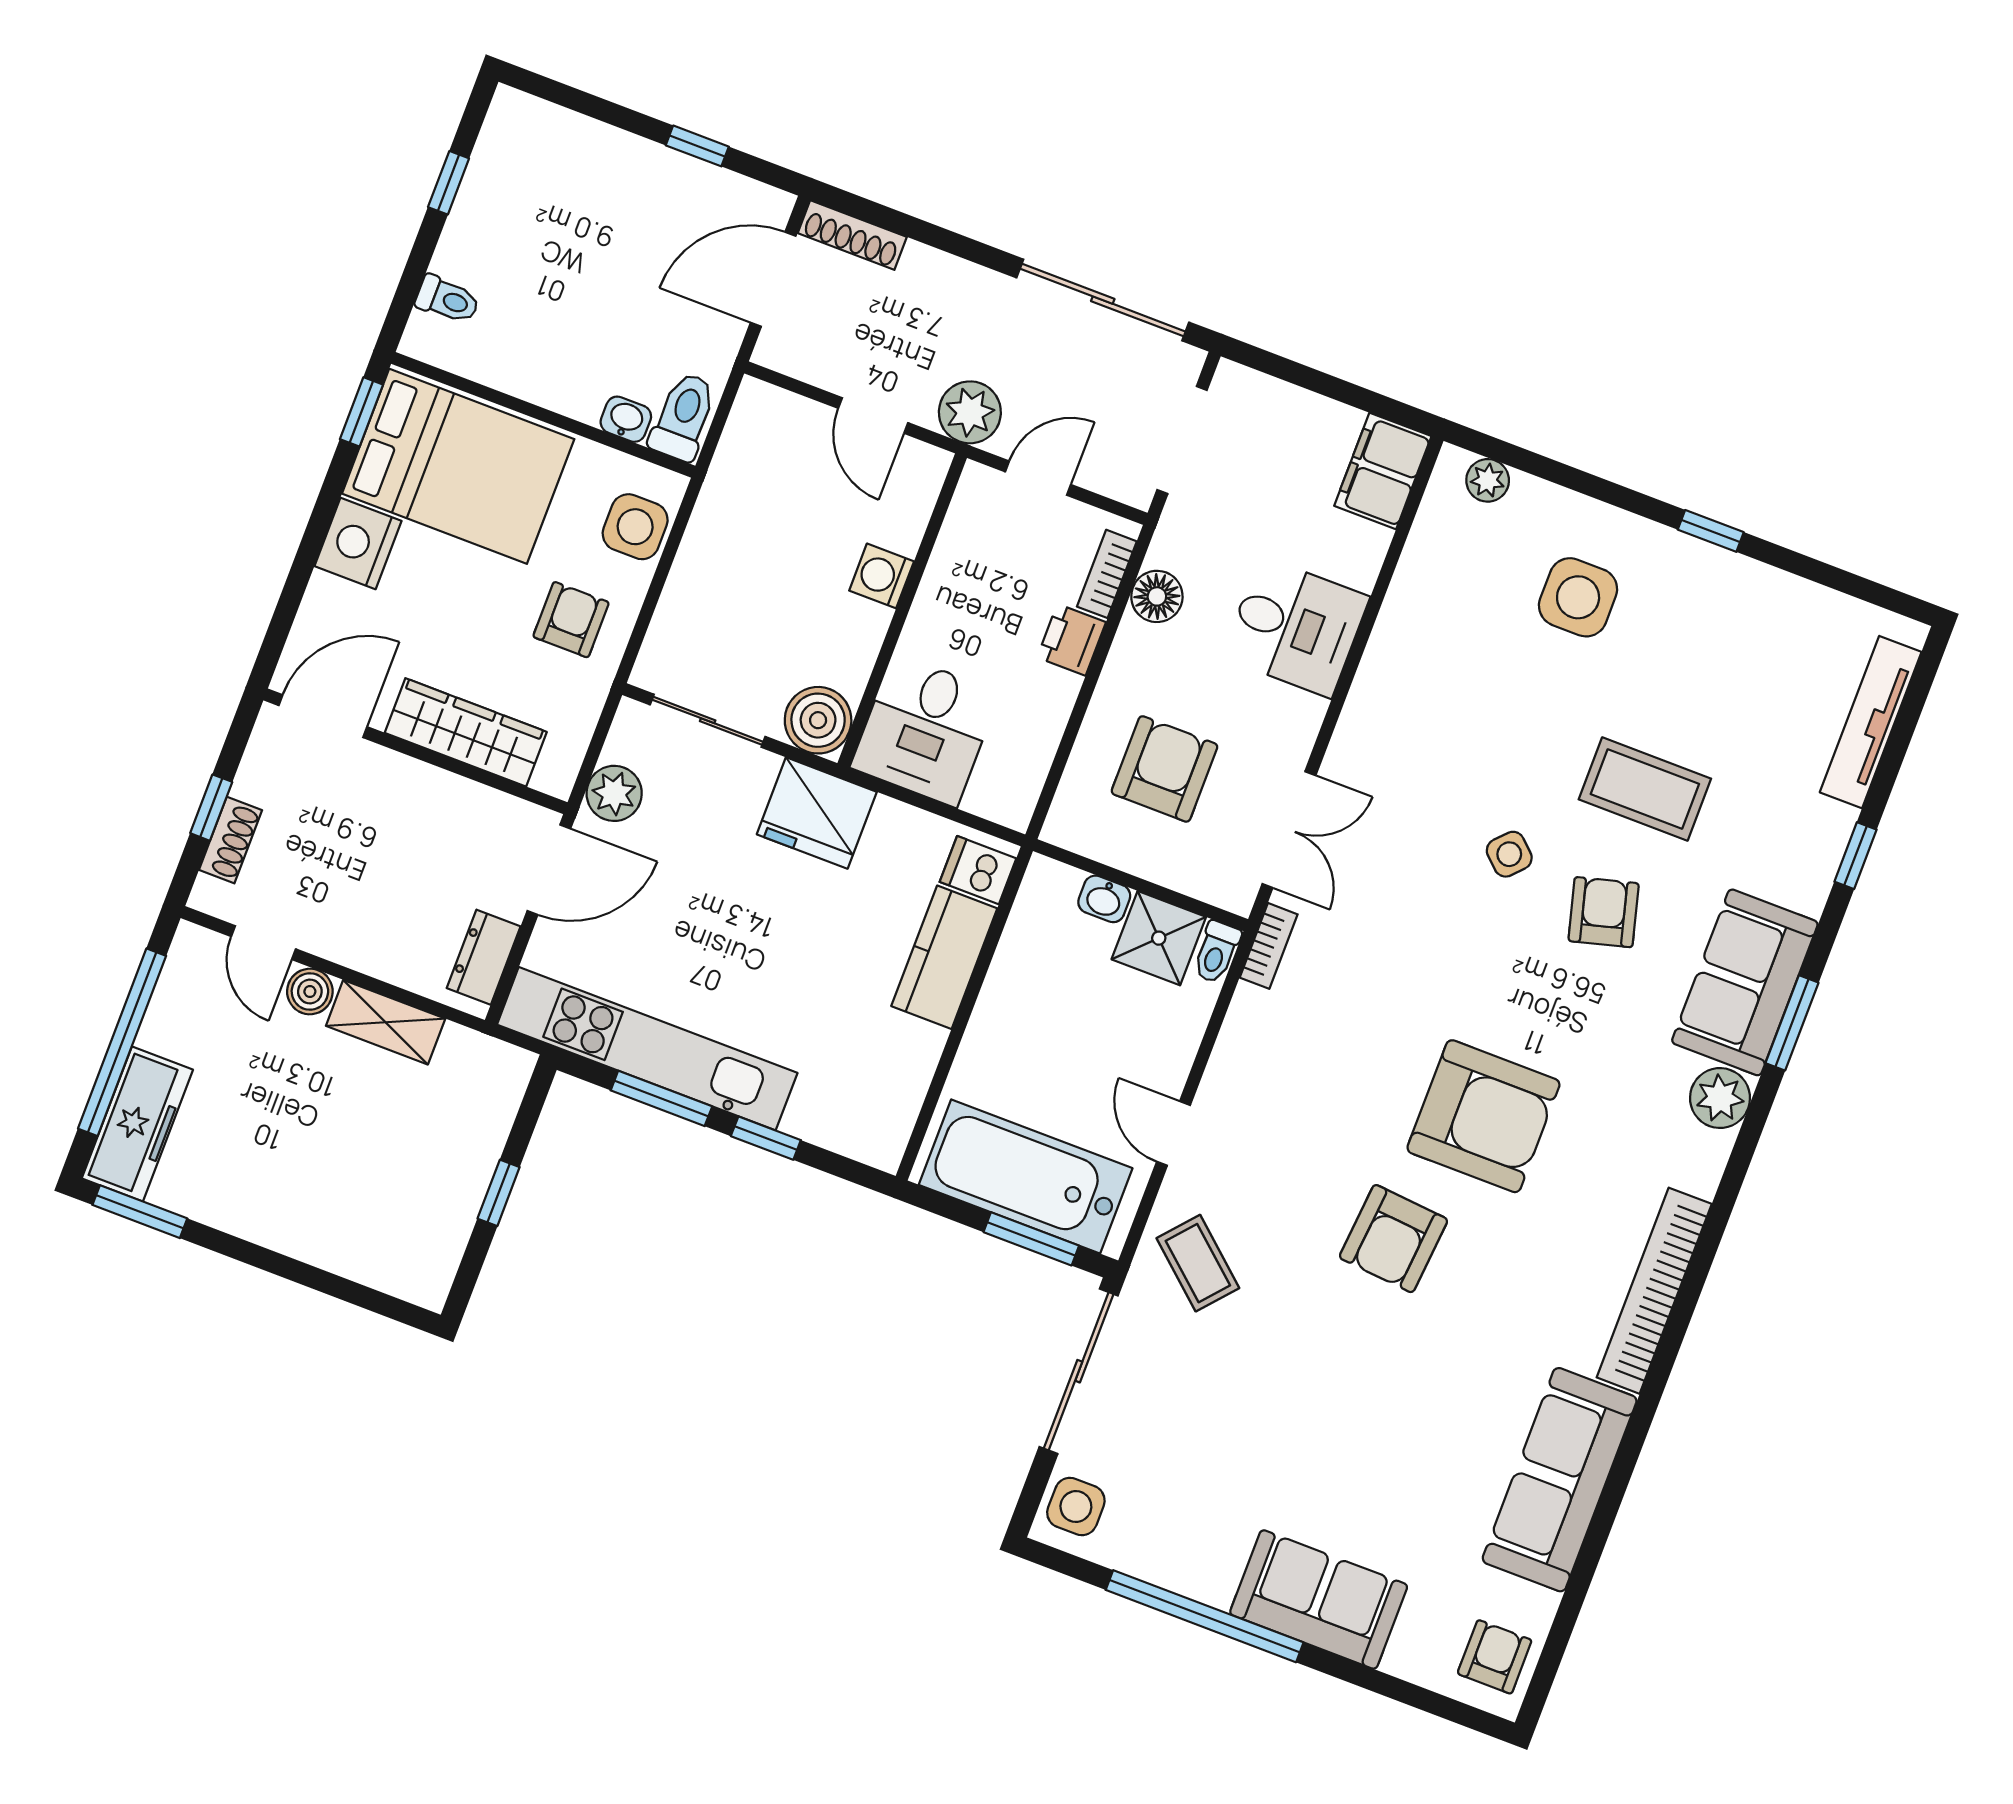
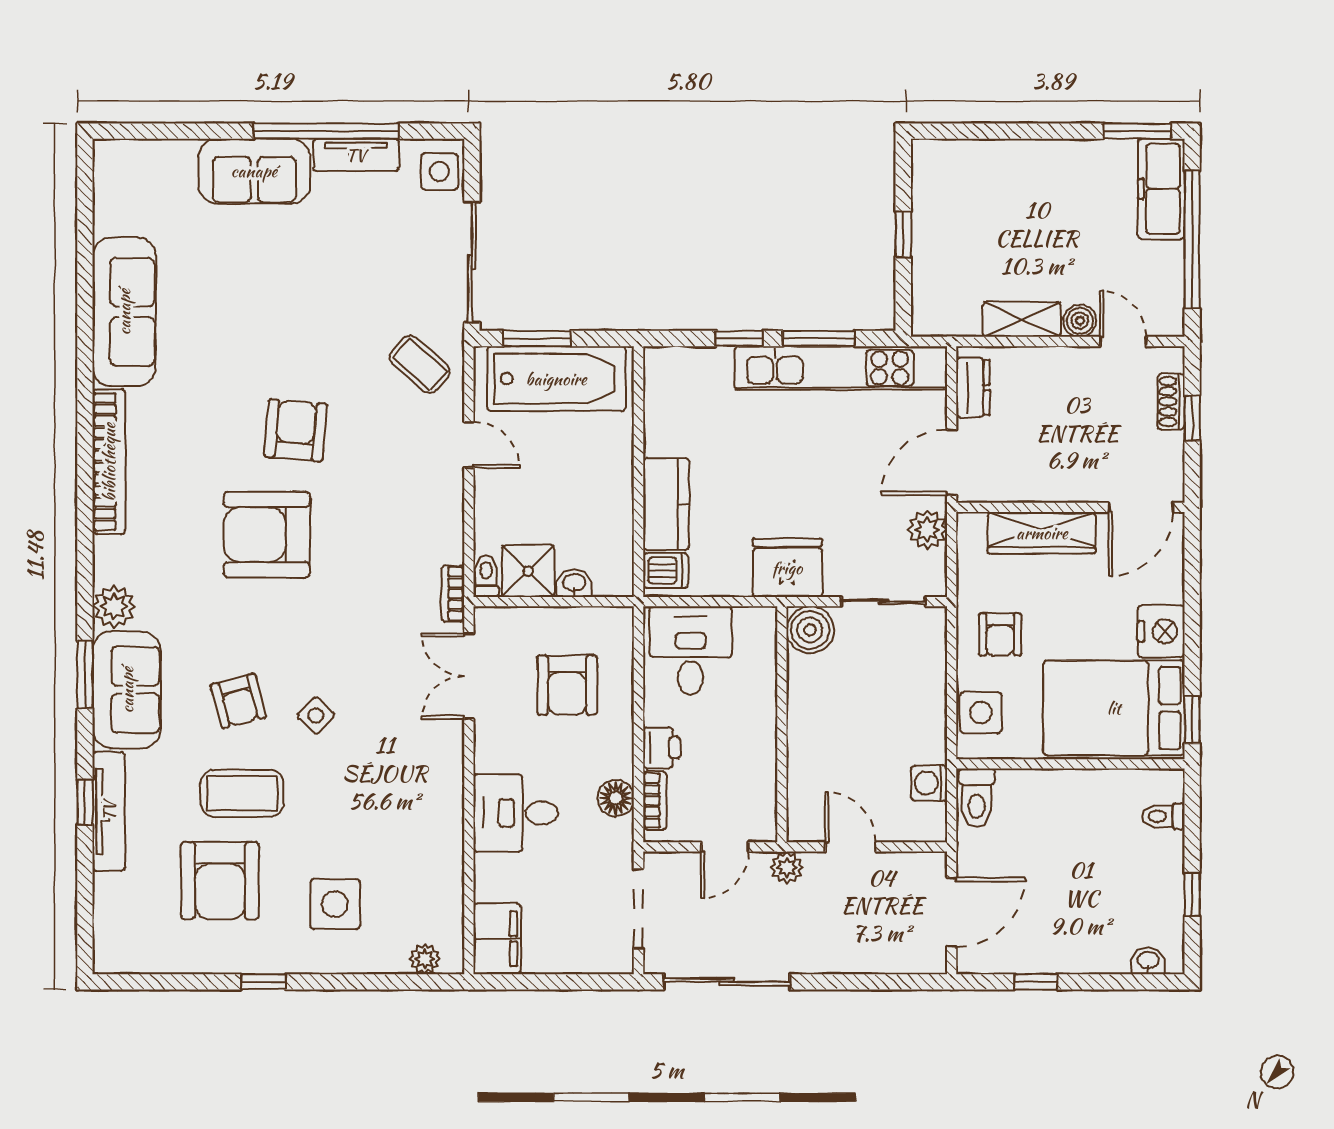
shoe rack: (852, 235) -> (910, 962), removed
plant: (970, 412) -> (787, 867), width x0.73, depth x0.73
washbasin: (626, 419) -> (1148, 961), moved, turned 180
washing machine: (882, 576) -> (929, 783), moved, turned 180
tv unit: (1871, 722) -> (109, 811), moved
desk: (925, 730) -> (691, 650), moved
tv unit: (1177, 1570) -> (356, 155), added
armchair: (1495, 1657) -> (220, 881), moved, width x1.88, depth x1.88

